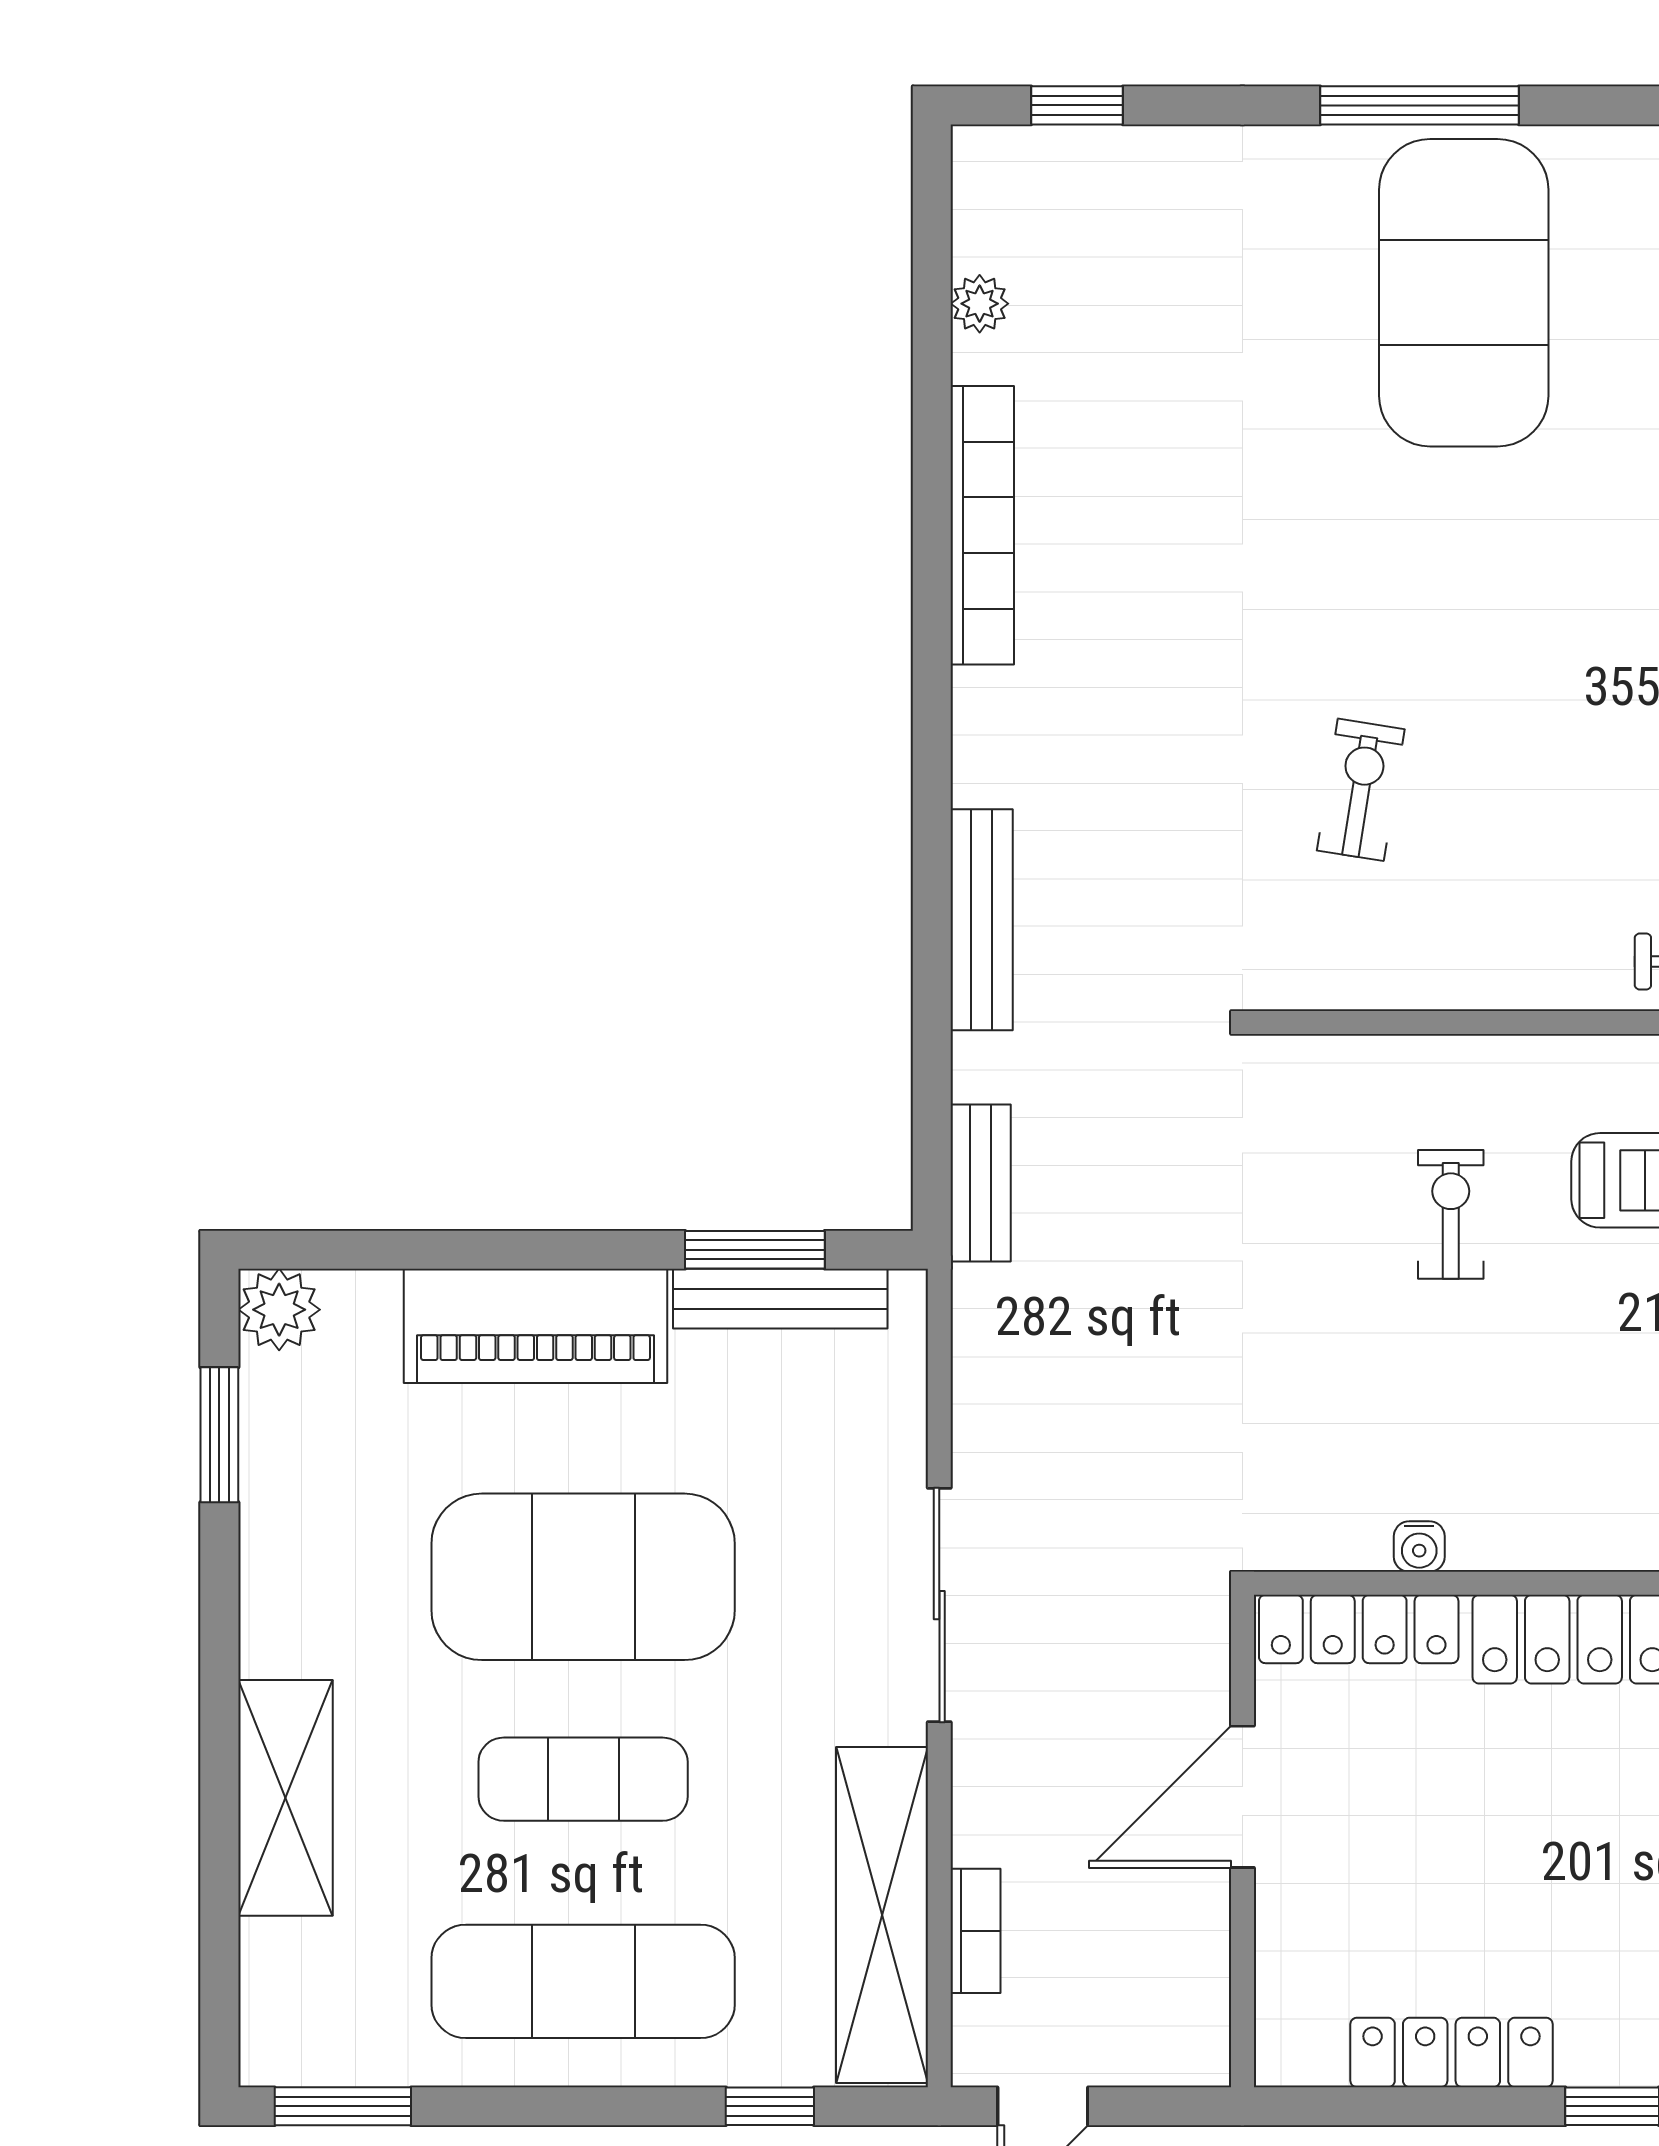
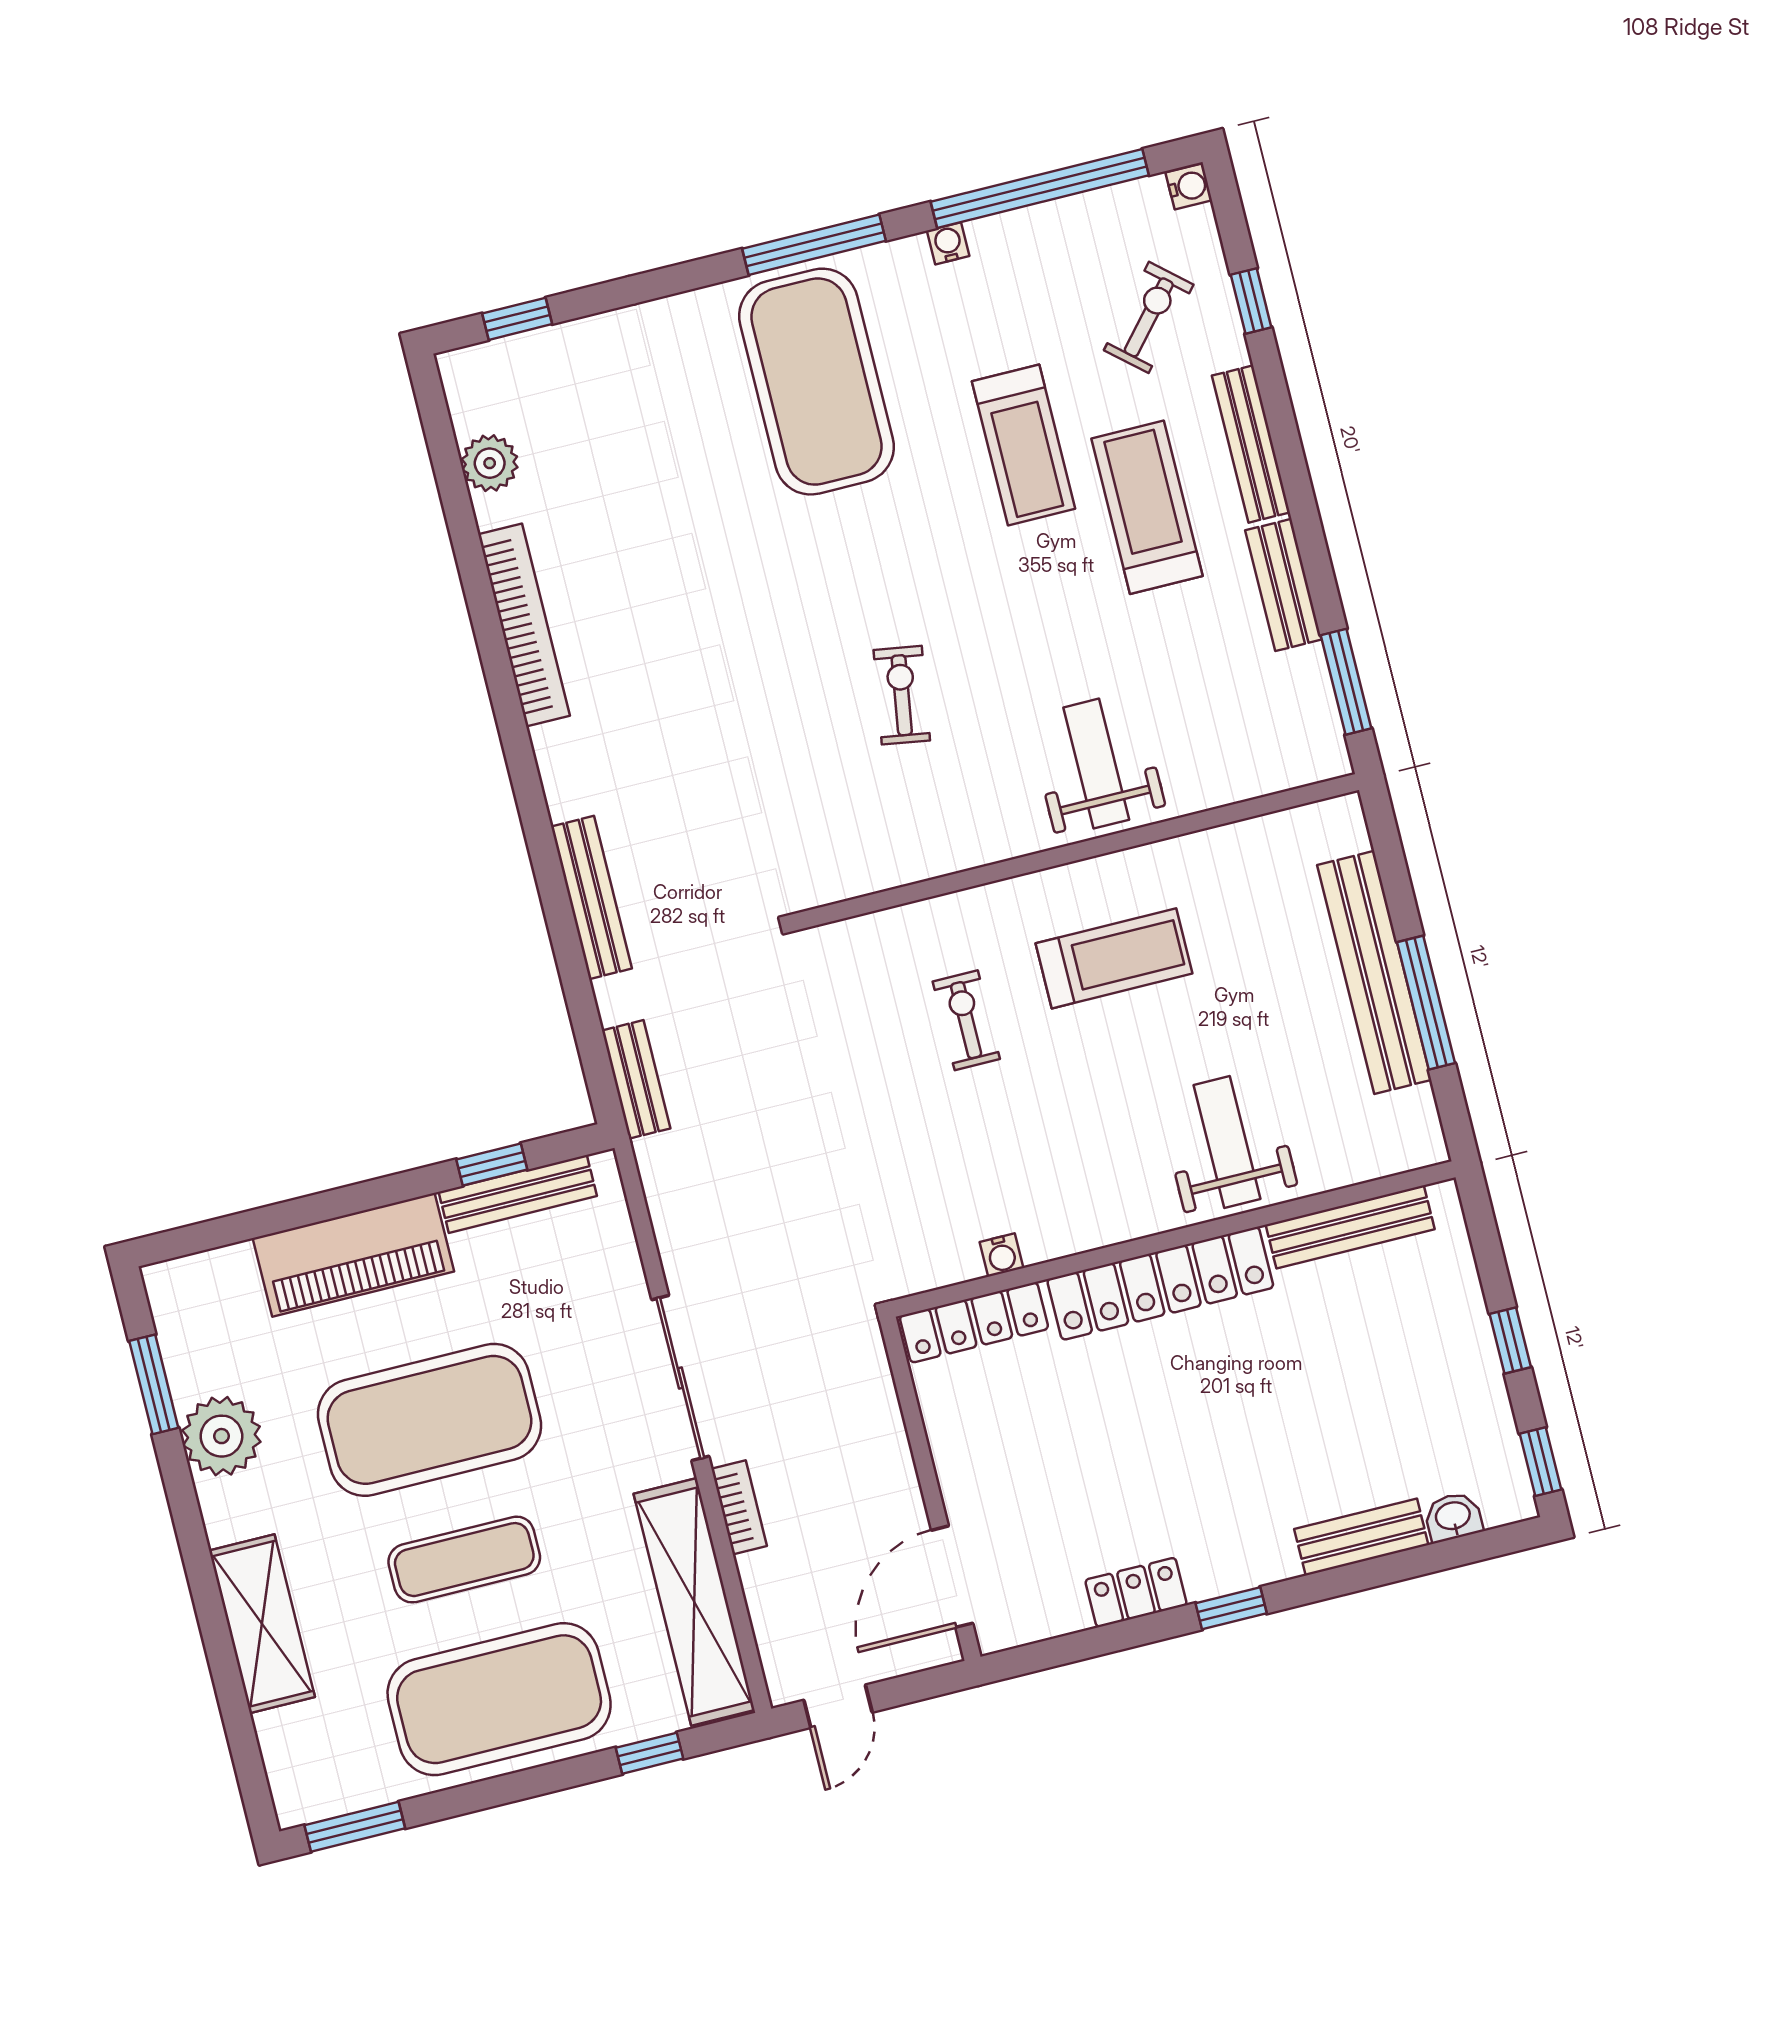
window: (1420, 105) -> (814, 245), moved
plant: (980, 304) -> (490, 463), width x1.38, depth x1.38
exercise bike: (1361, 790) -> (902, 695), moved
window: (755, 1250) -> (492, 1164), width x0.67
plant: (279, 1310) -> (221, 1436), moved, width x1.36, depth x1.36
door: (1242, 1797) -> (952, 1577), moved
bookcase: (976, 1931) -> (739, 1507), moved
exercise mat: (583, 1981) -> (499, 1699), width x1.47
locker: (1452, 2052) -> (1136, 1592), width x0.66

